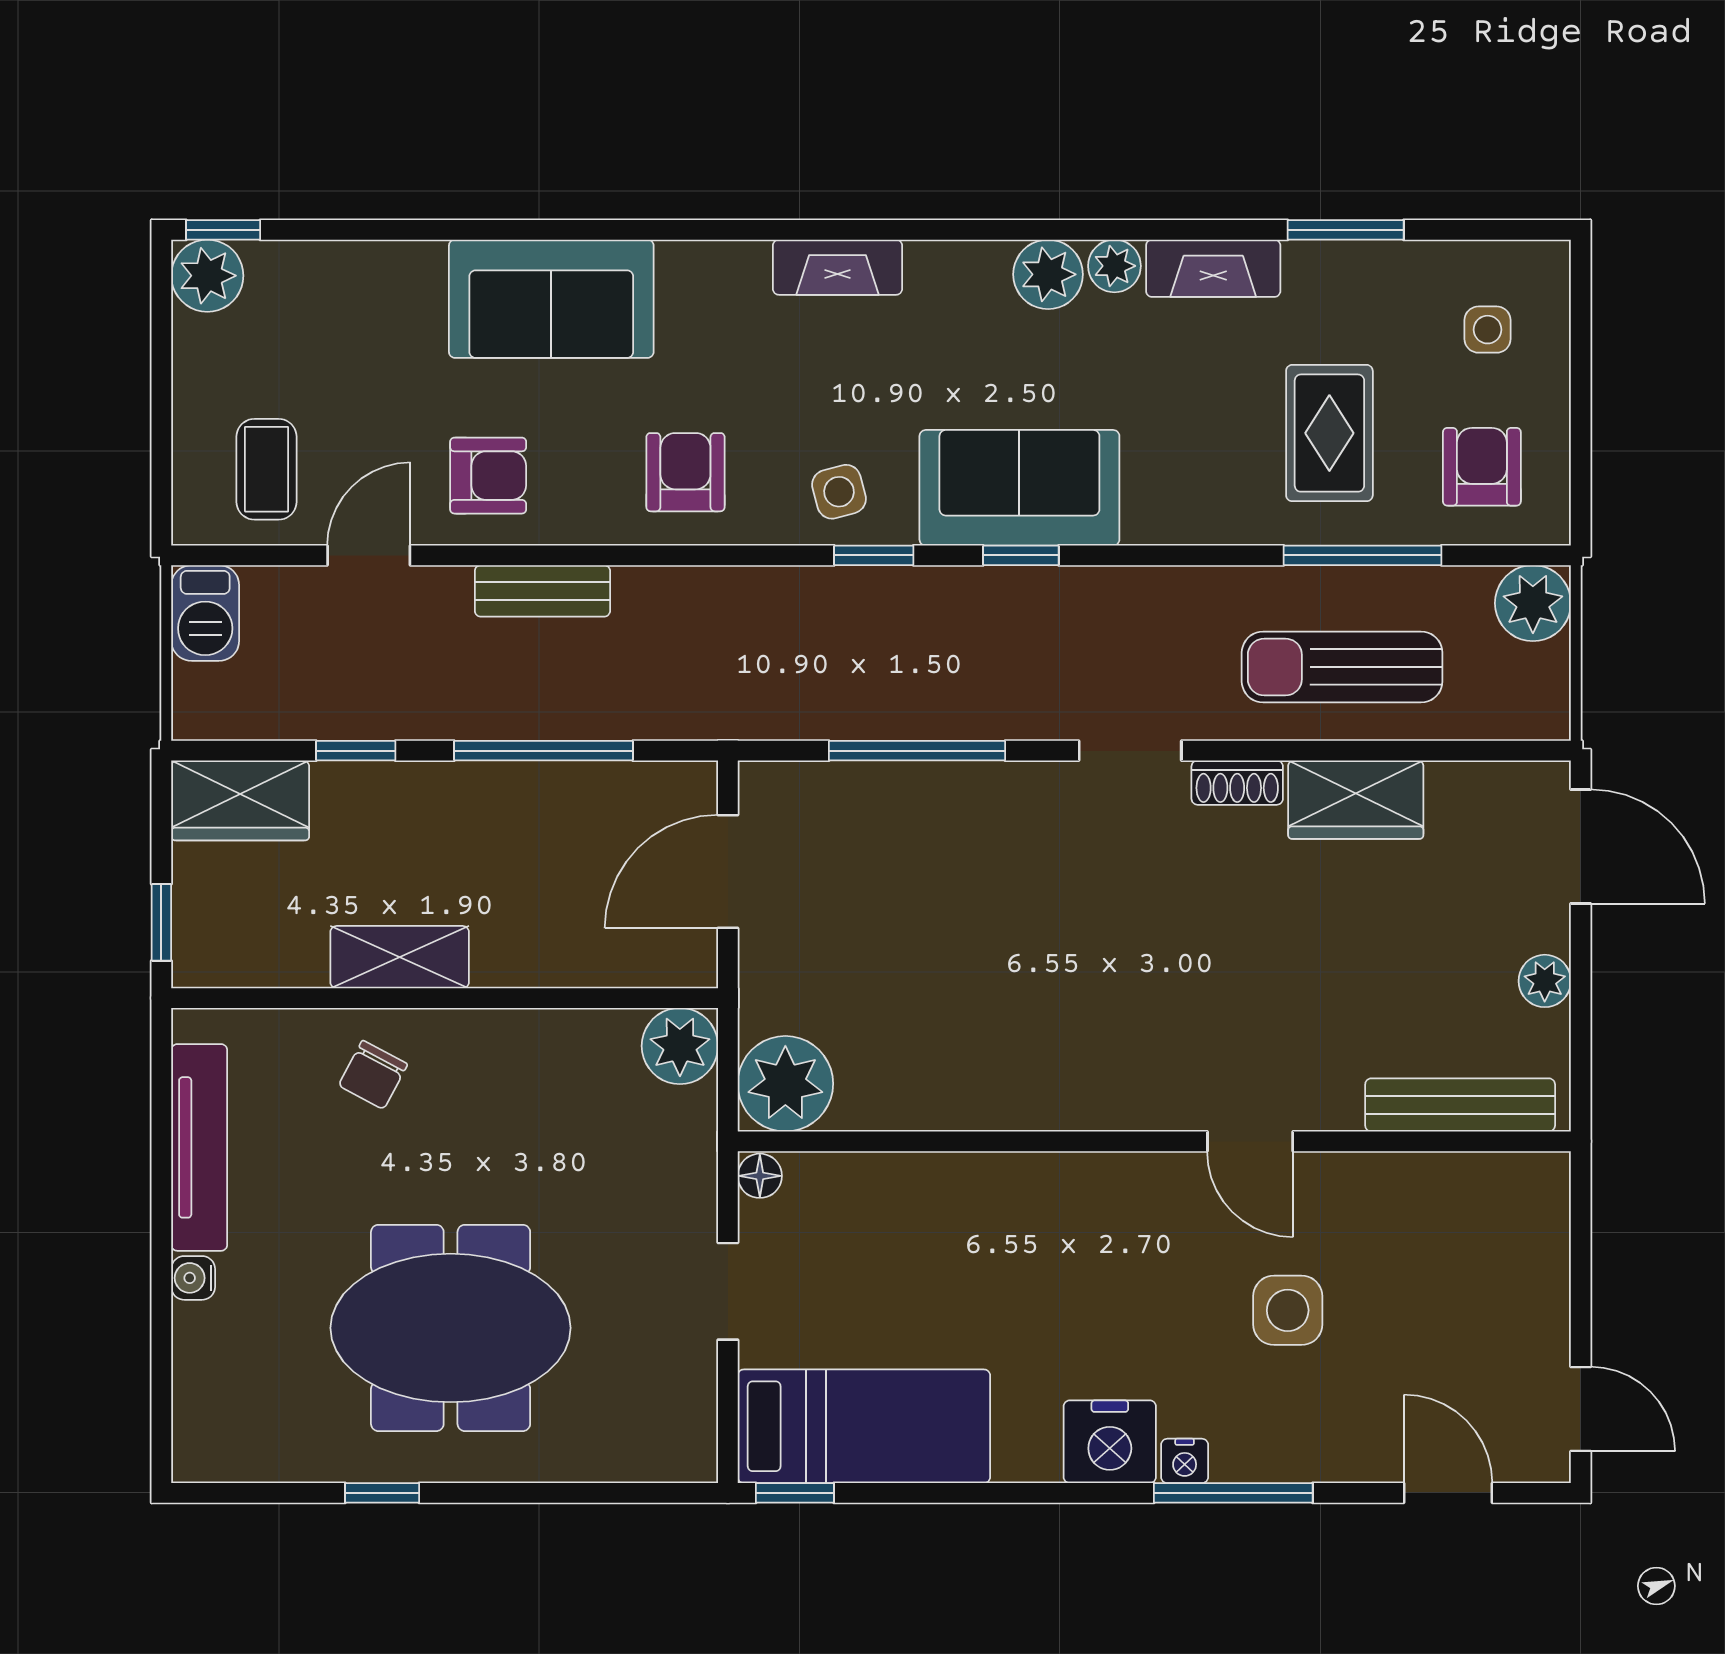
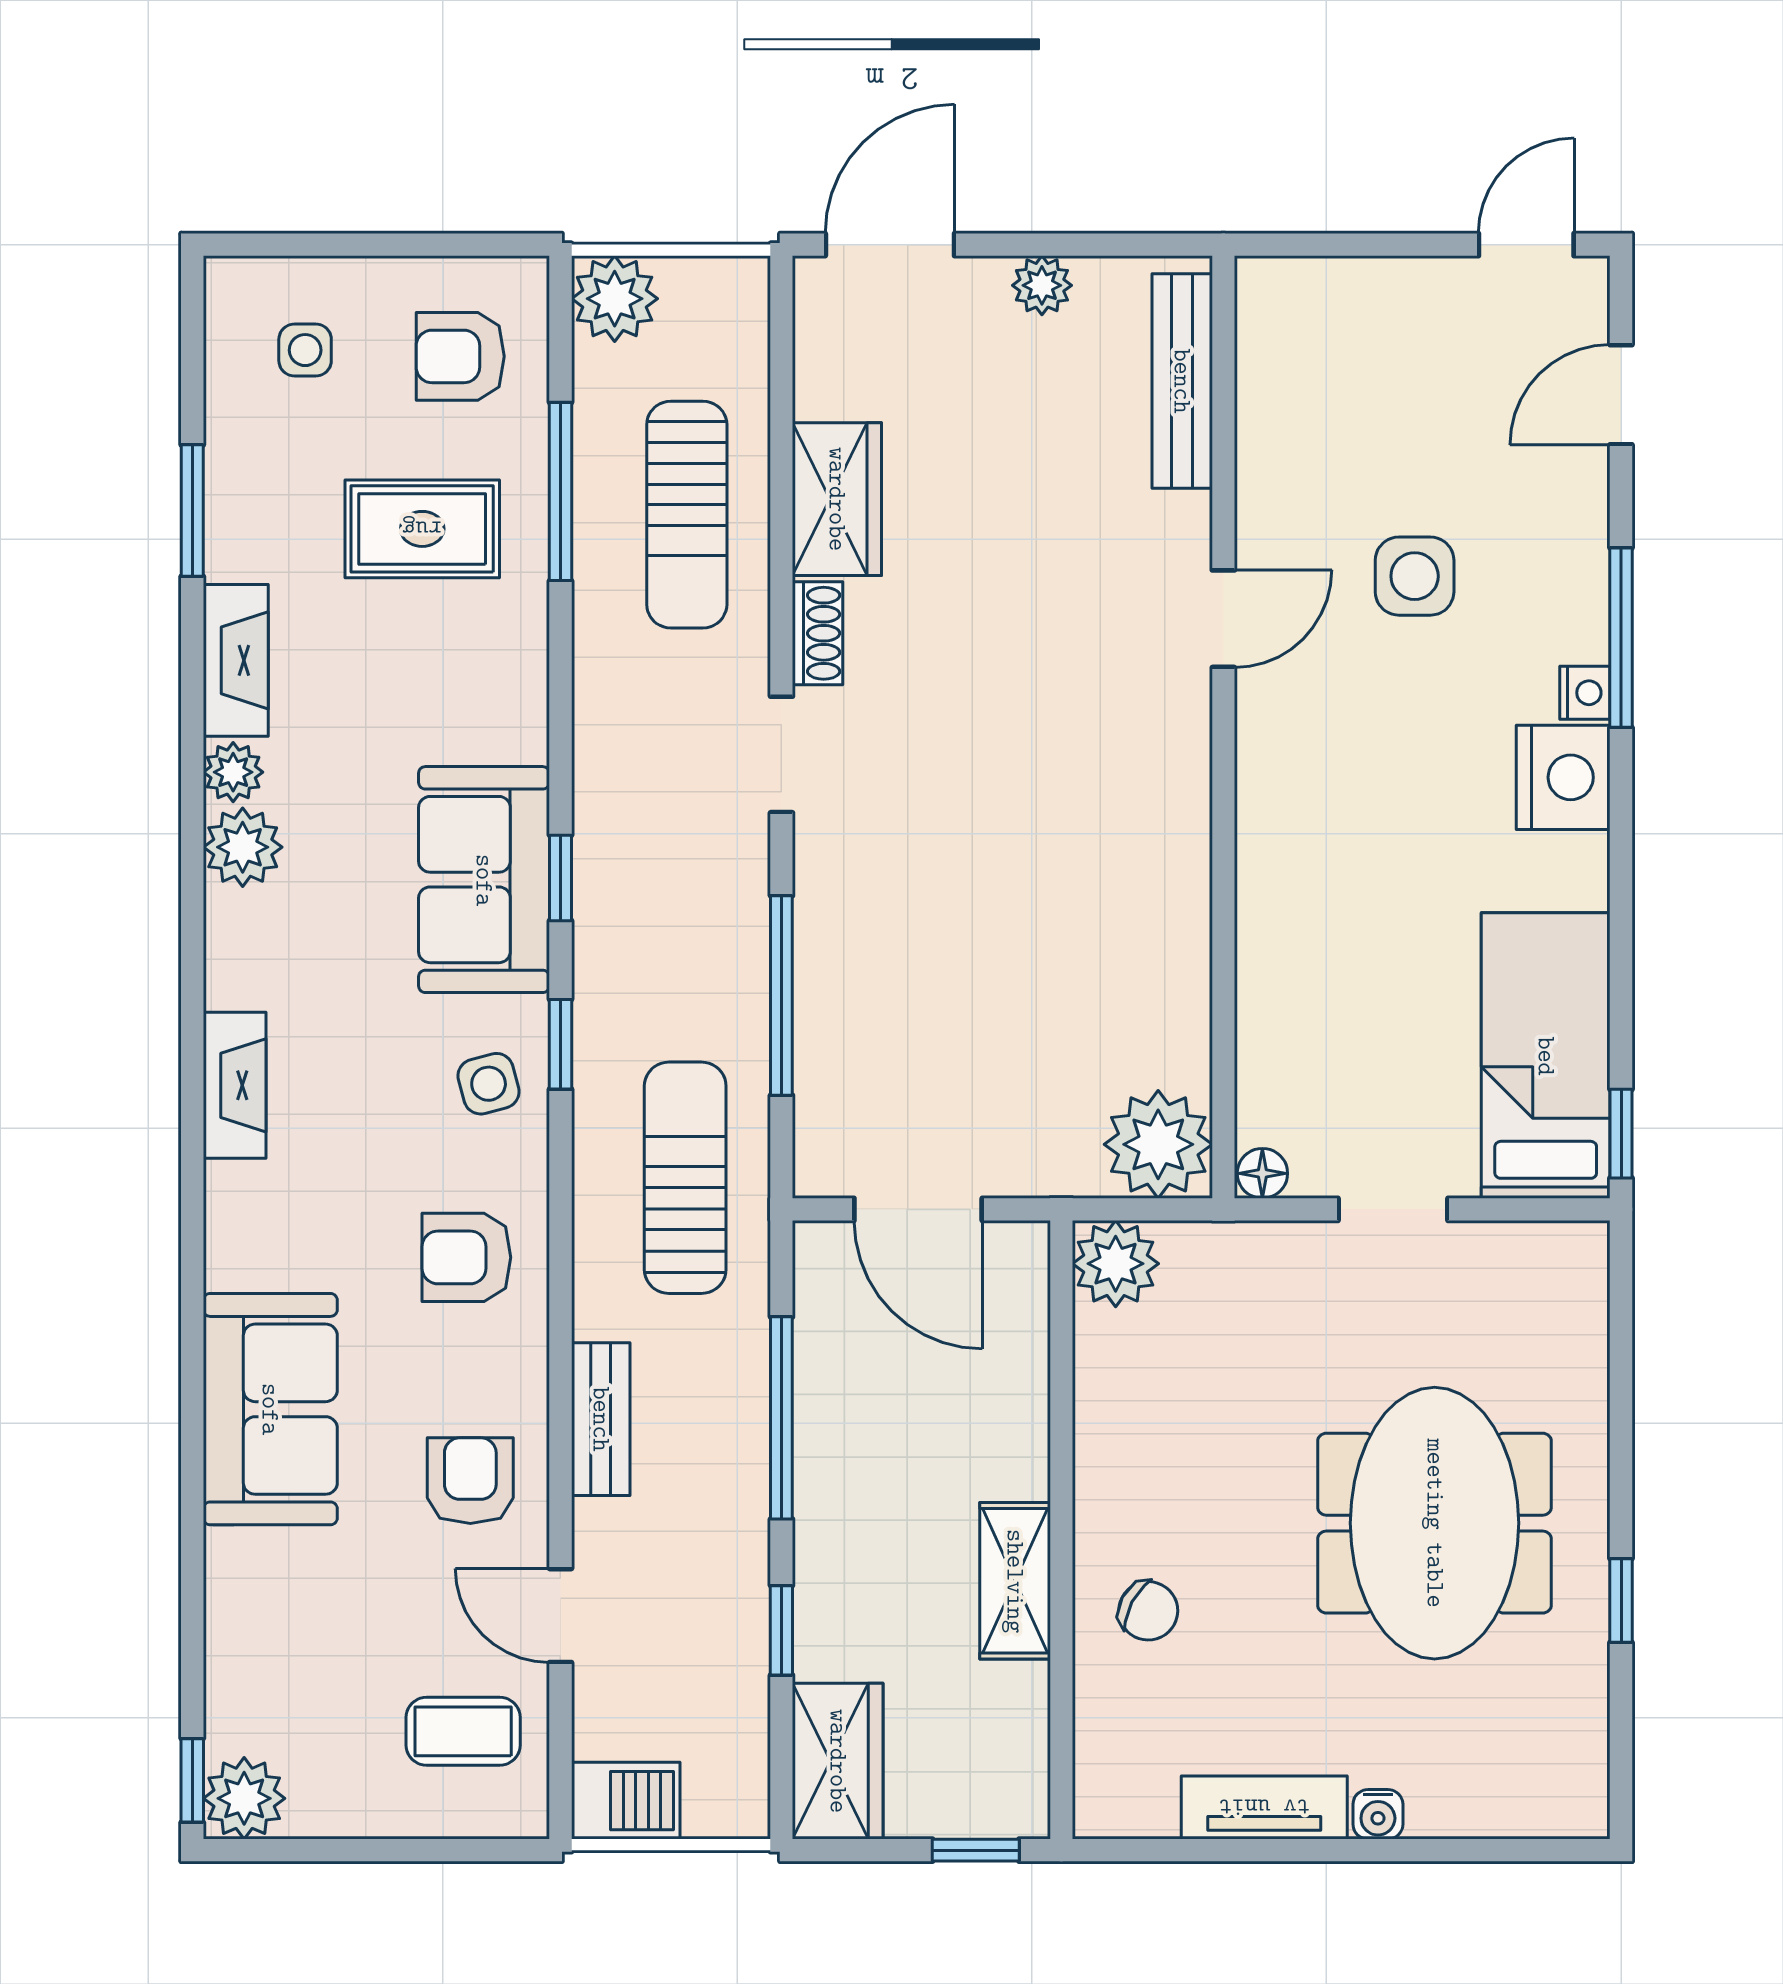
sun lounger: (756, 666) -> (685, 1178), added
tv unit: (199, 1147) -> (1264, 1807), width x0.71

